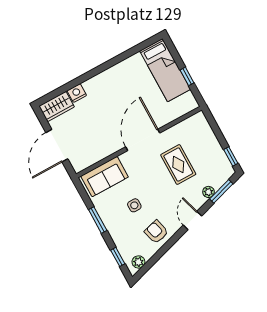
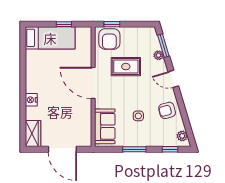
nightstand: (77, 93) -> (31, 100), moved
armchair: (197, 132) -> (109, 39), added
window: (231, 156) -> (112, 24), moved

